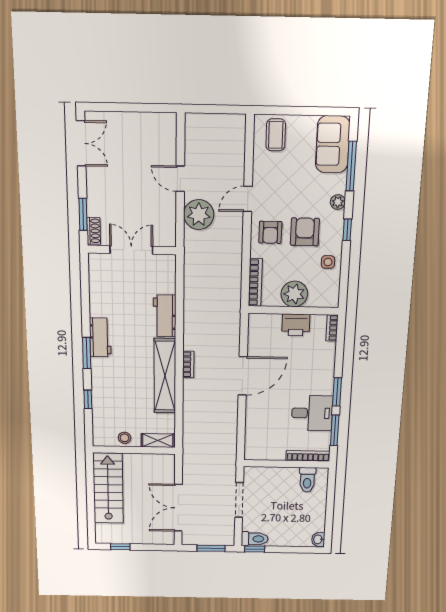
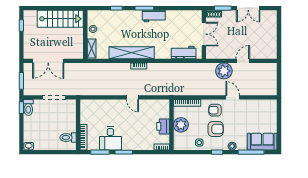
coffee table: (276, 135) -> (267, 111), removed
double door: (81, 143) -> (248, 8), moved
workbench: (165, 316) -> (184, 53), moved
door: (243, 376) -> (132, 97), width x0.53
double door: (178, 508) -> (48, 61), swing flipped

